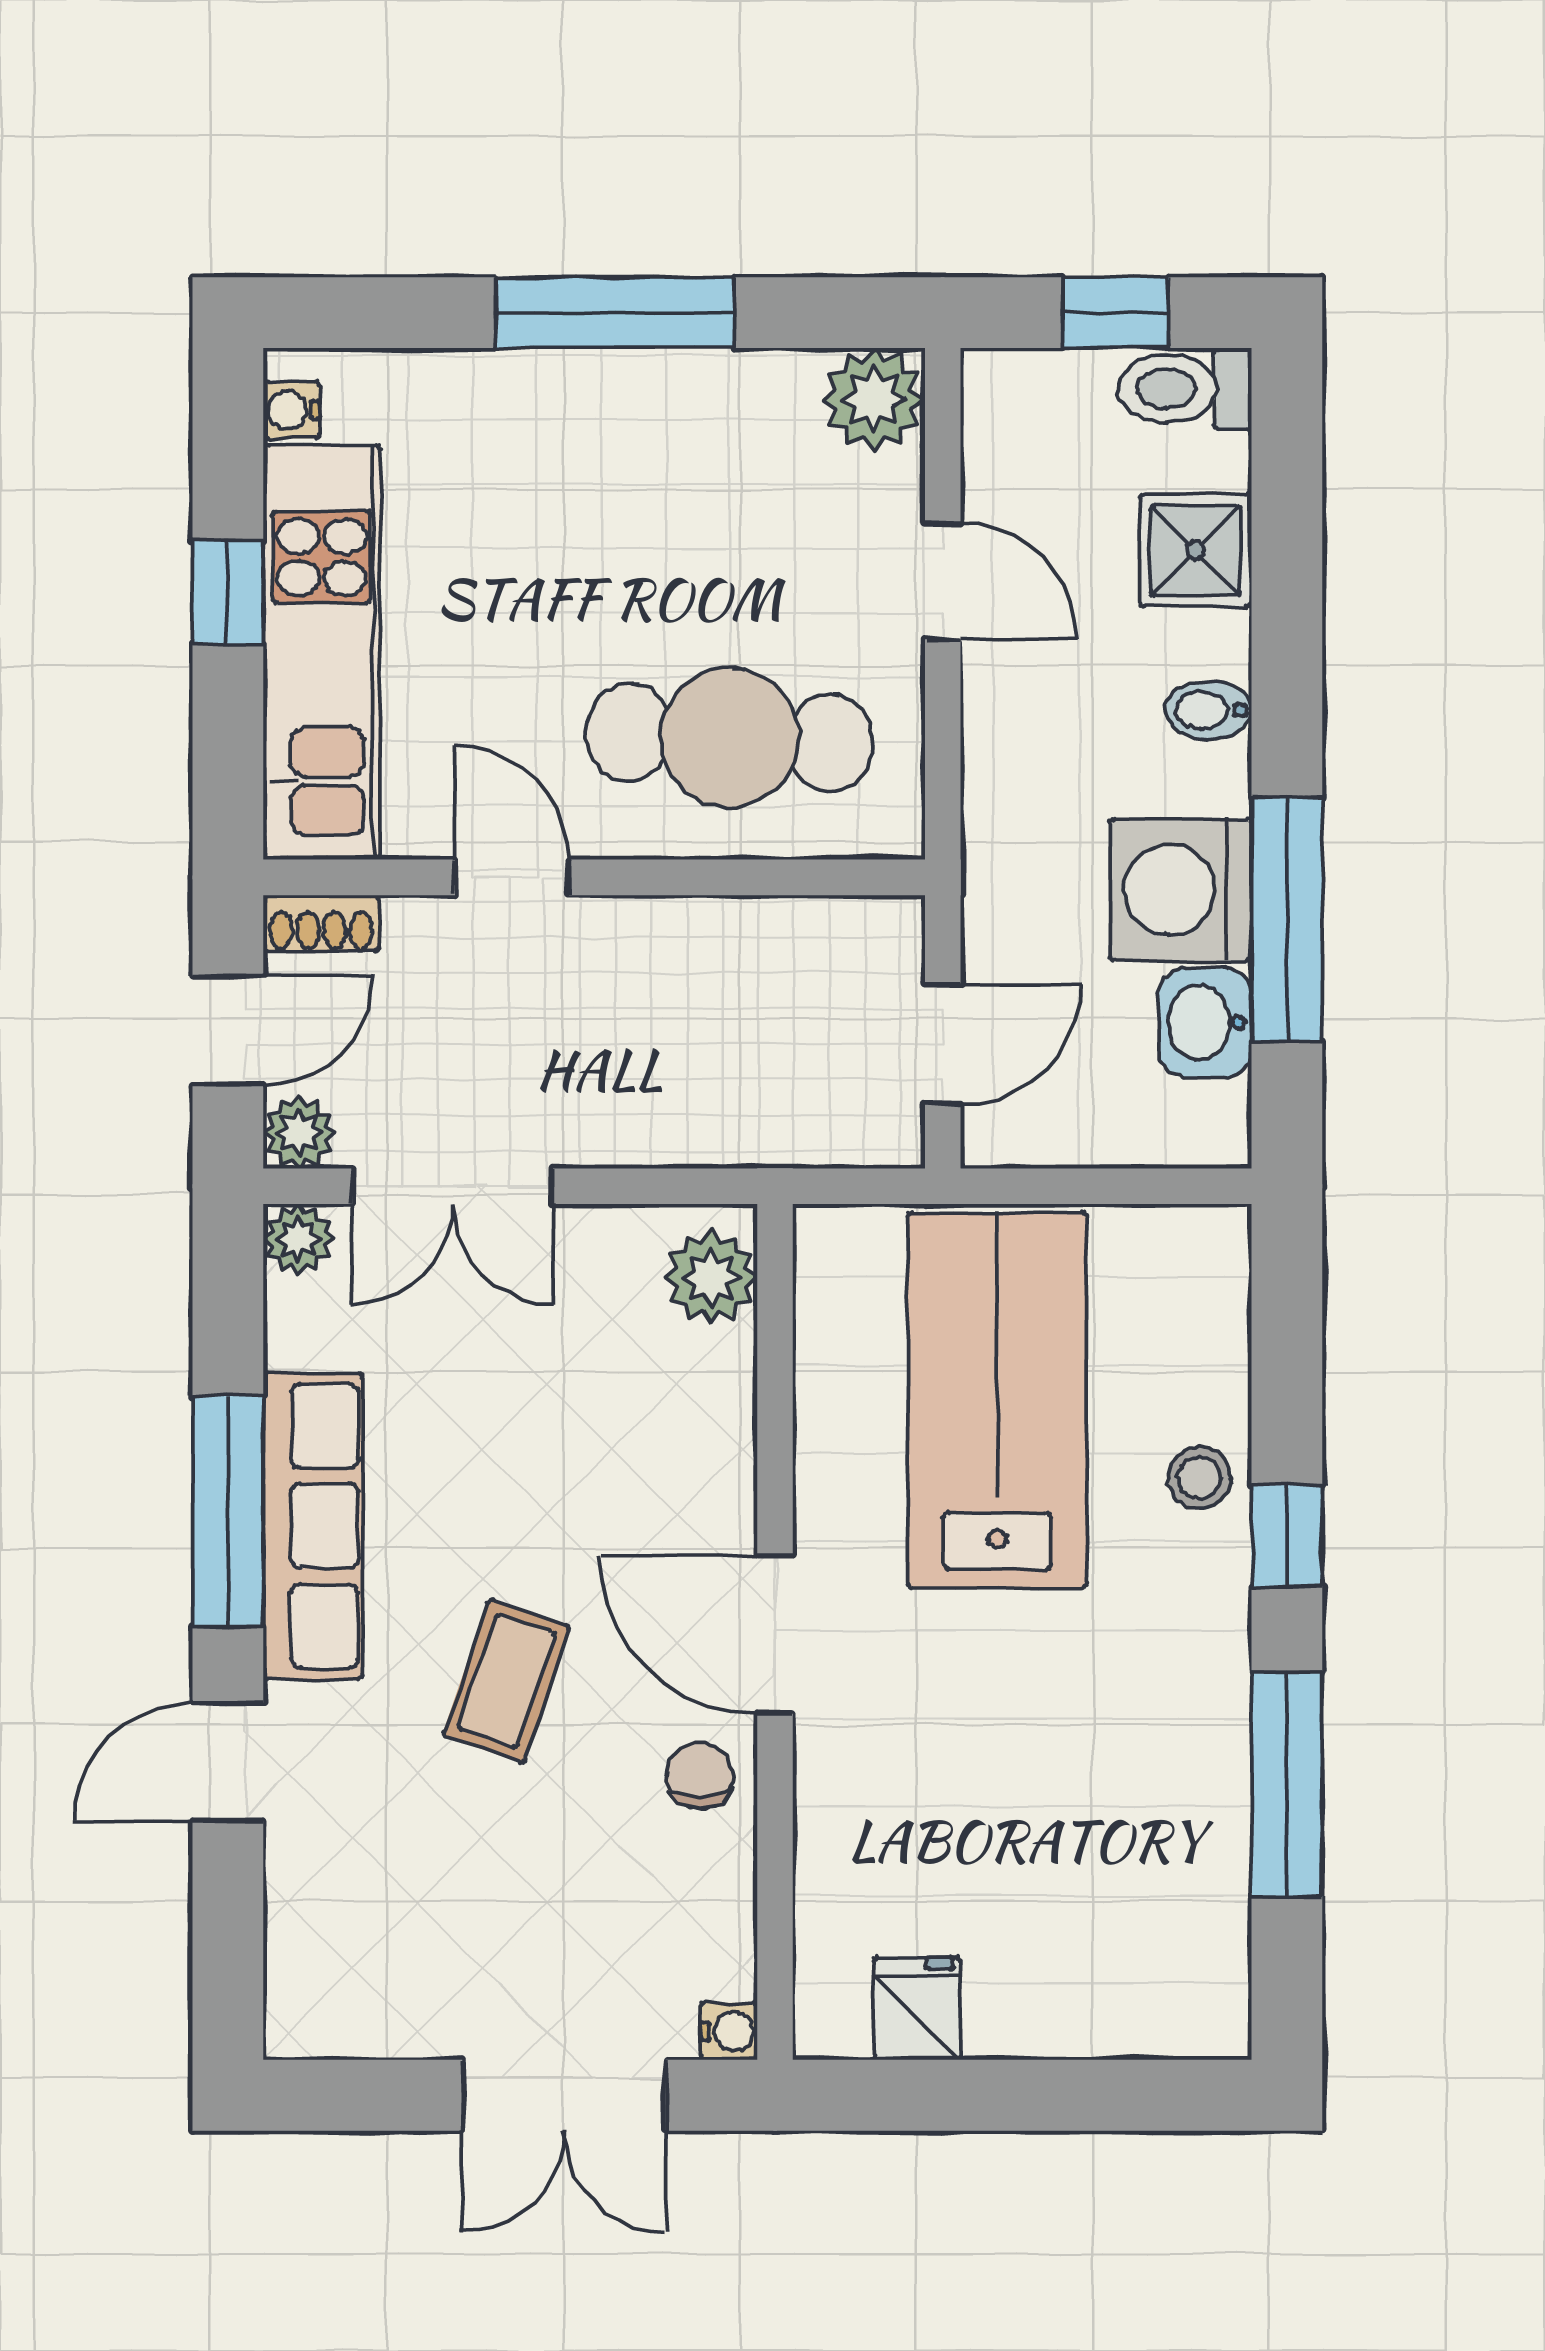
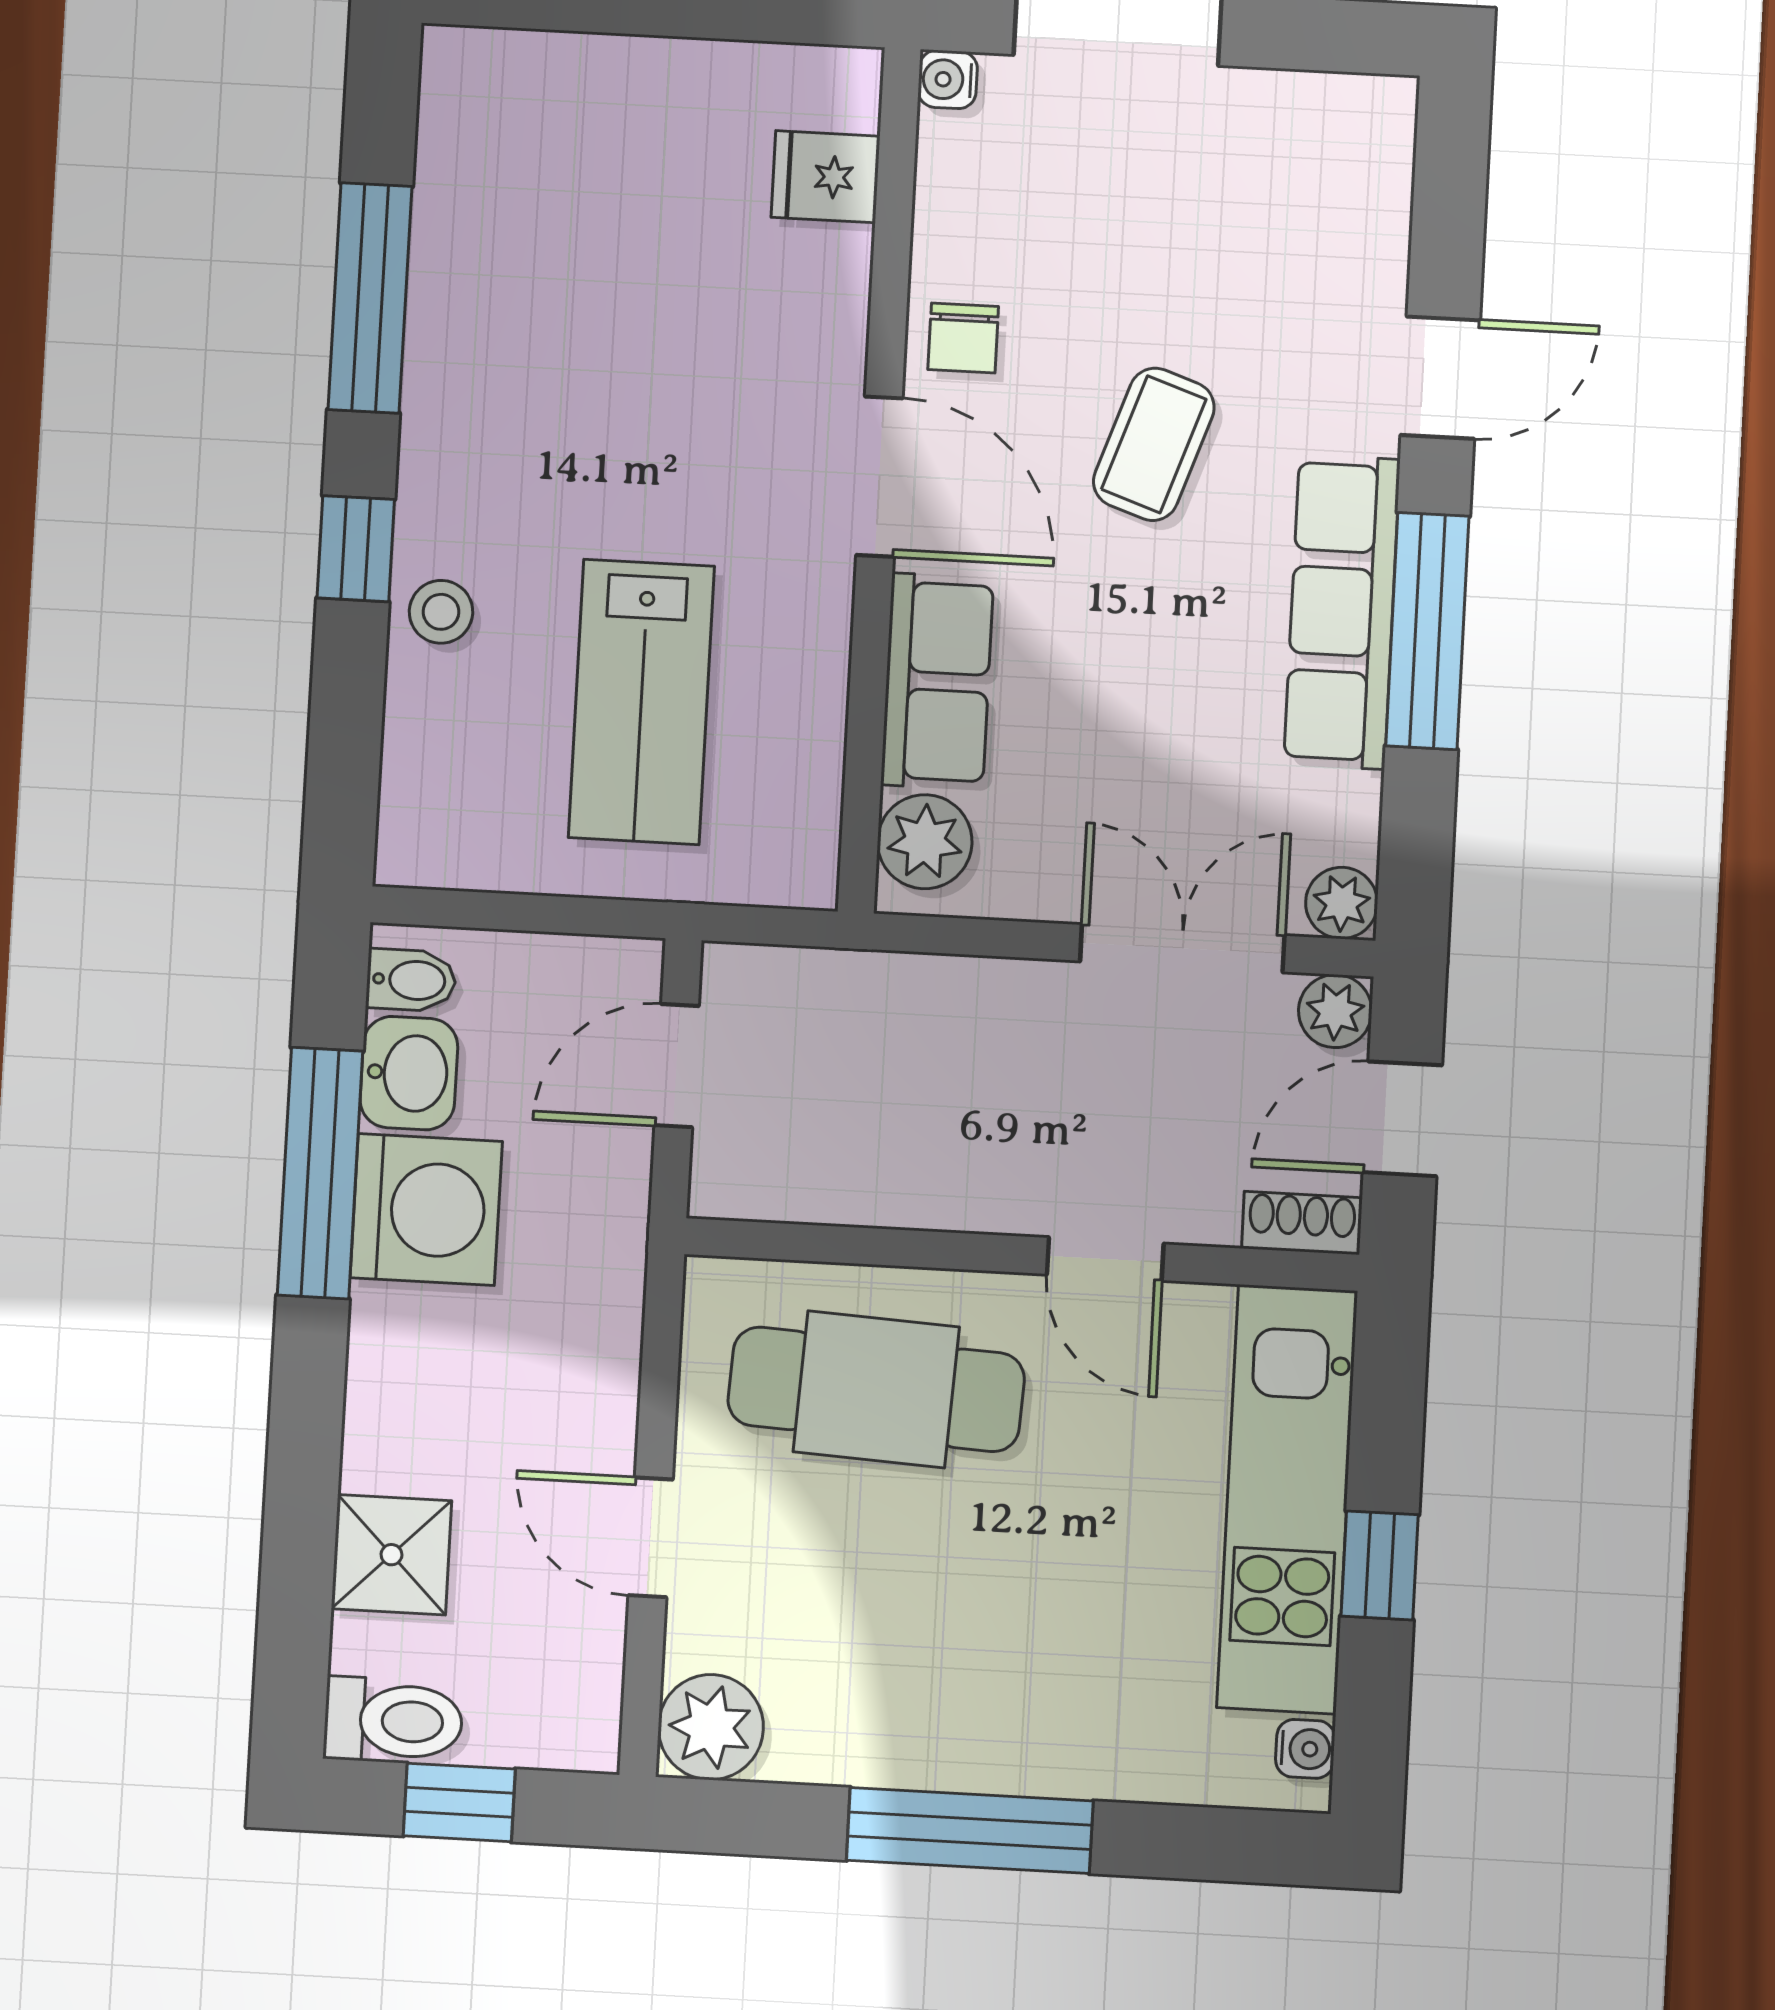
bidet: (1208, 710) -> (411, 980), moved
lab bench: (997, 1400) -> (641, 702), width x0.73, depth x0.72
row of seats: (707, 1436) -> (937, 681), added
fridge: (917, 2008) -> (825, 177), moved, turned 90

